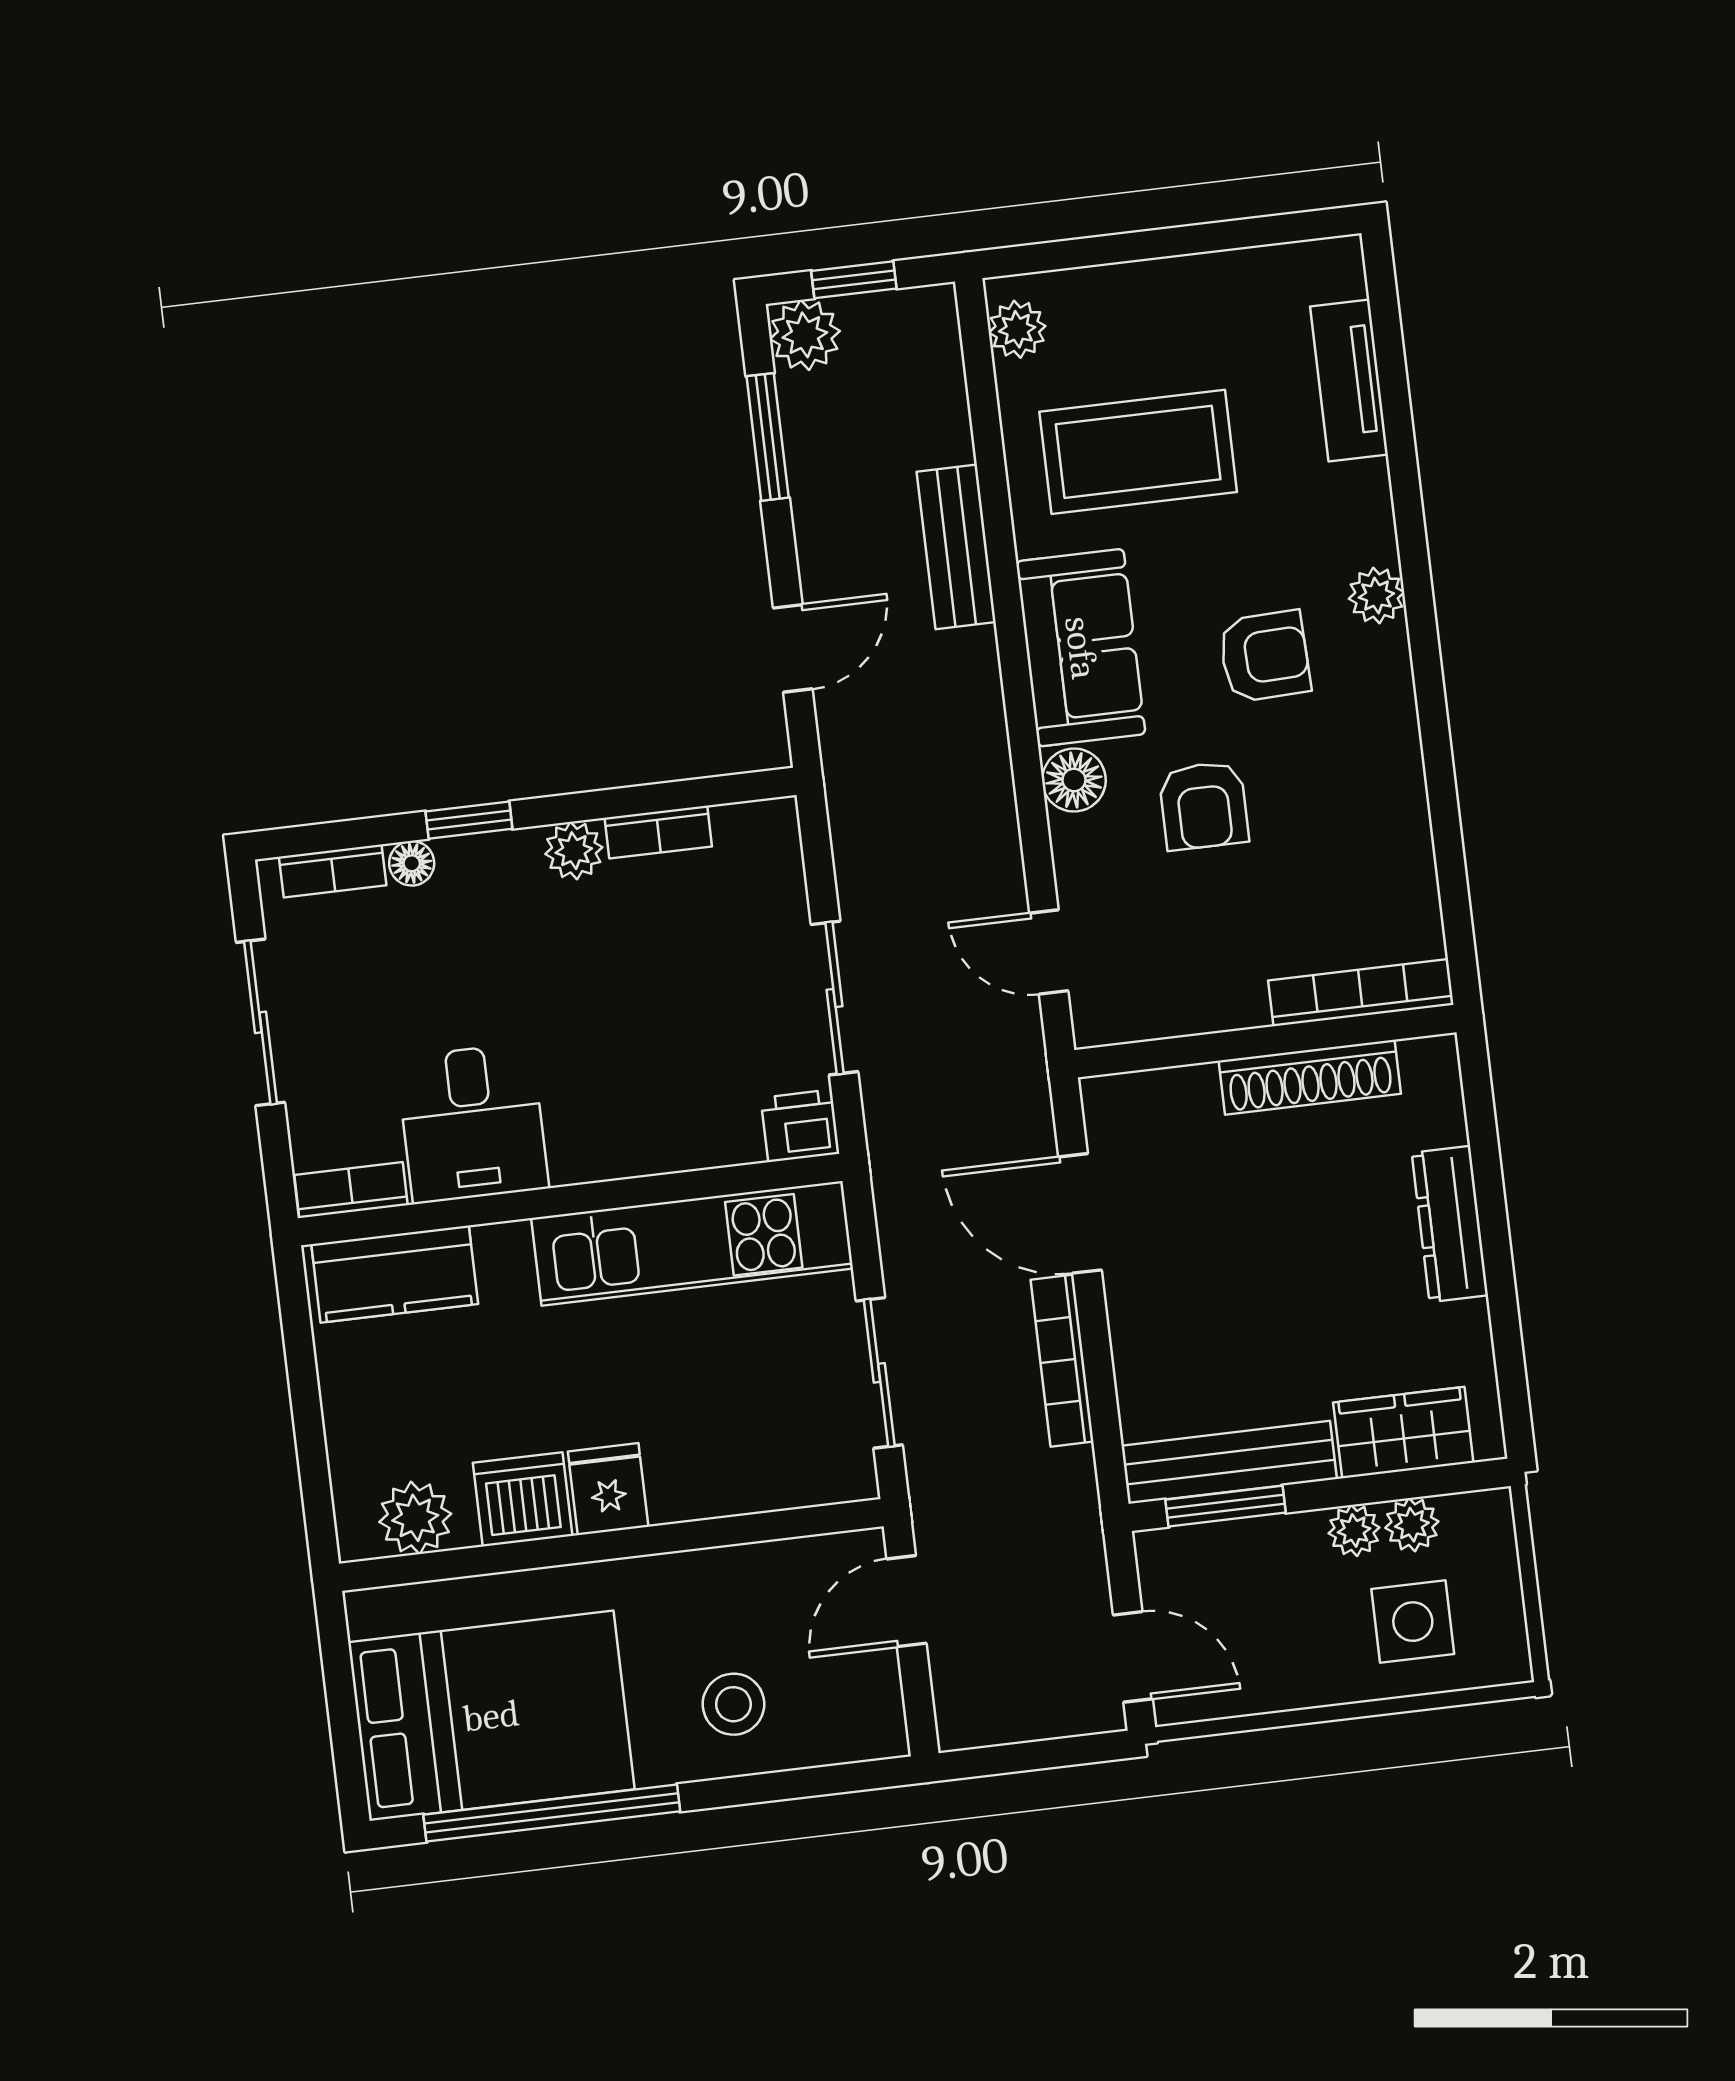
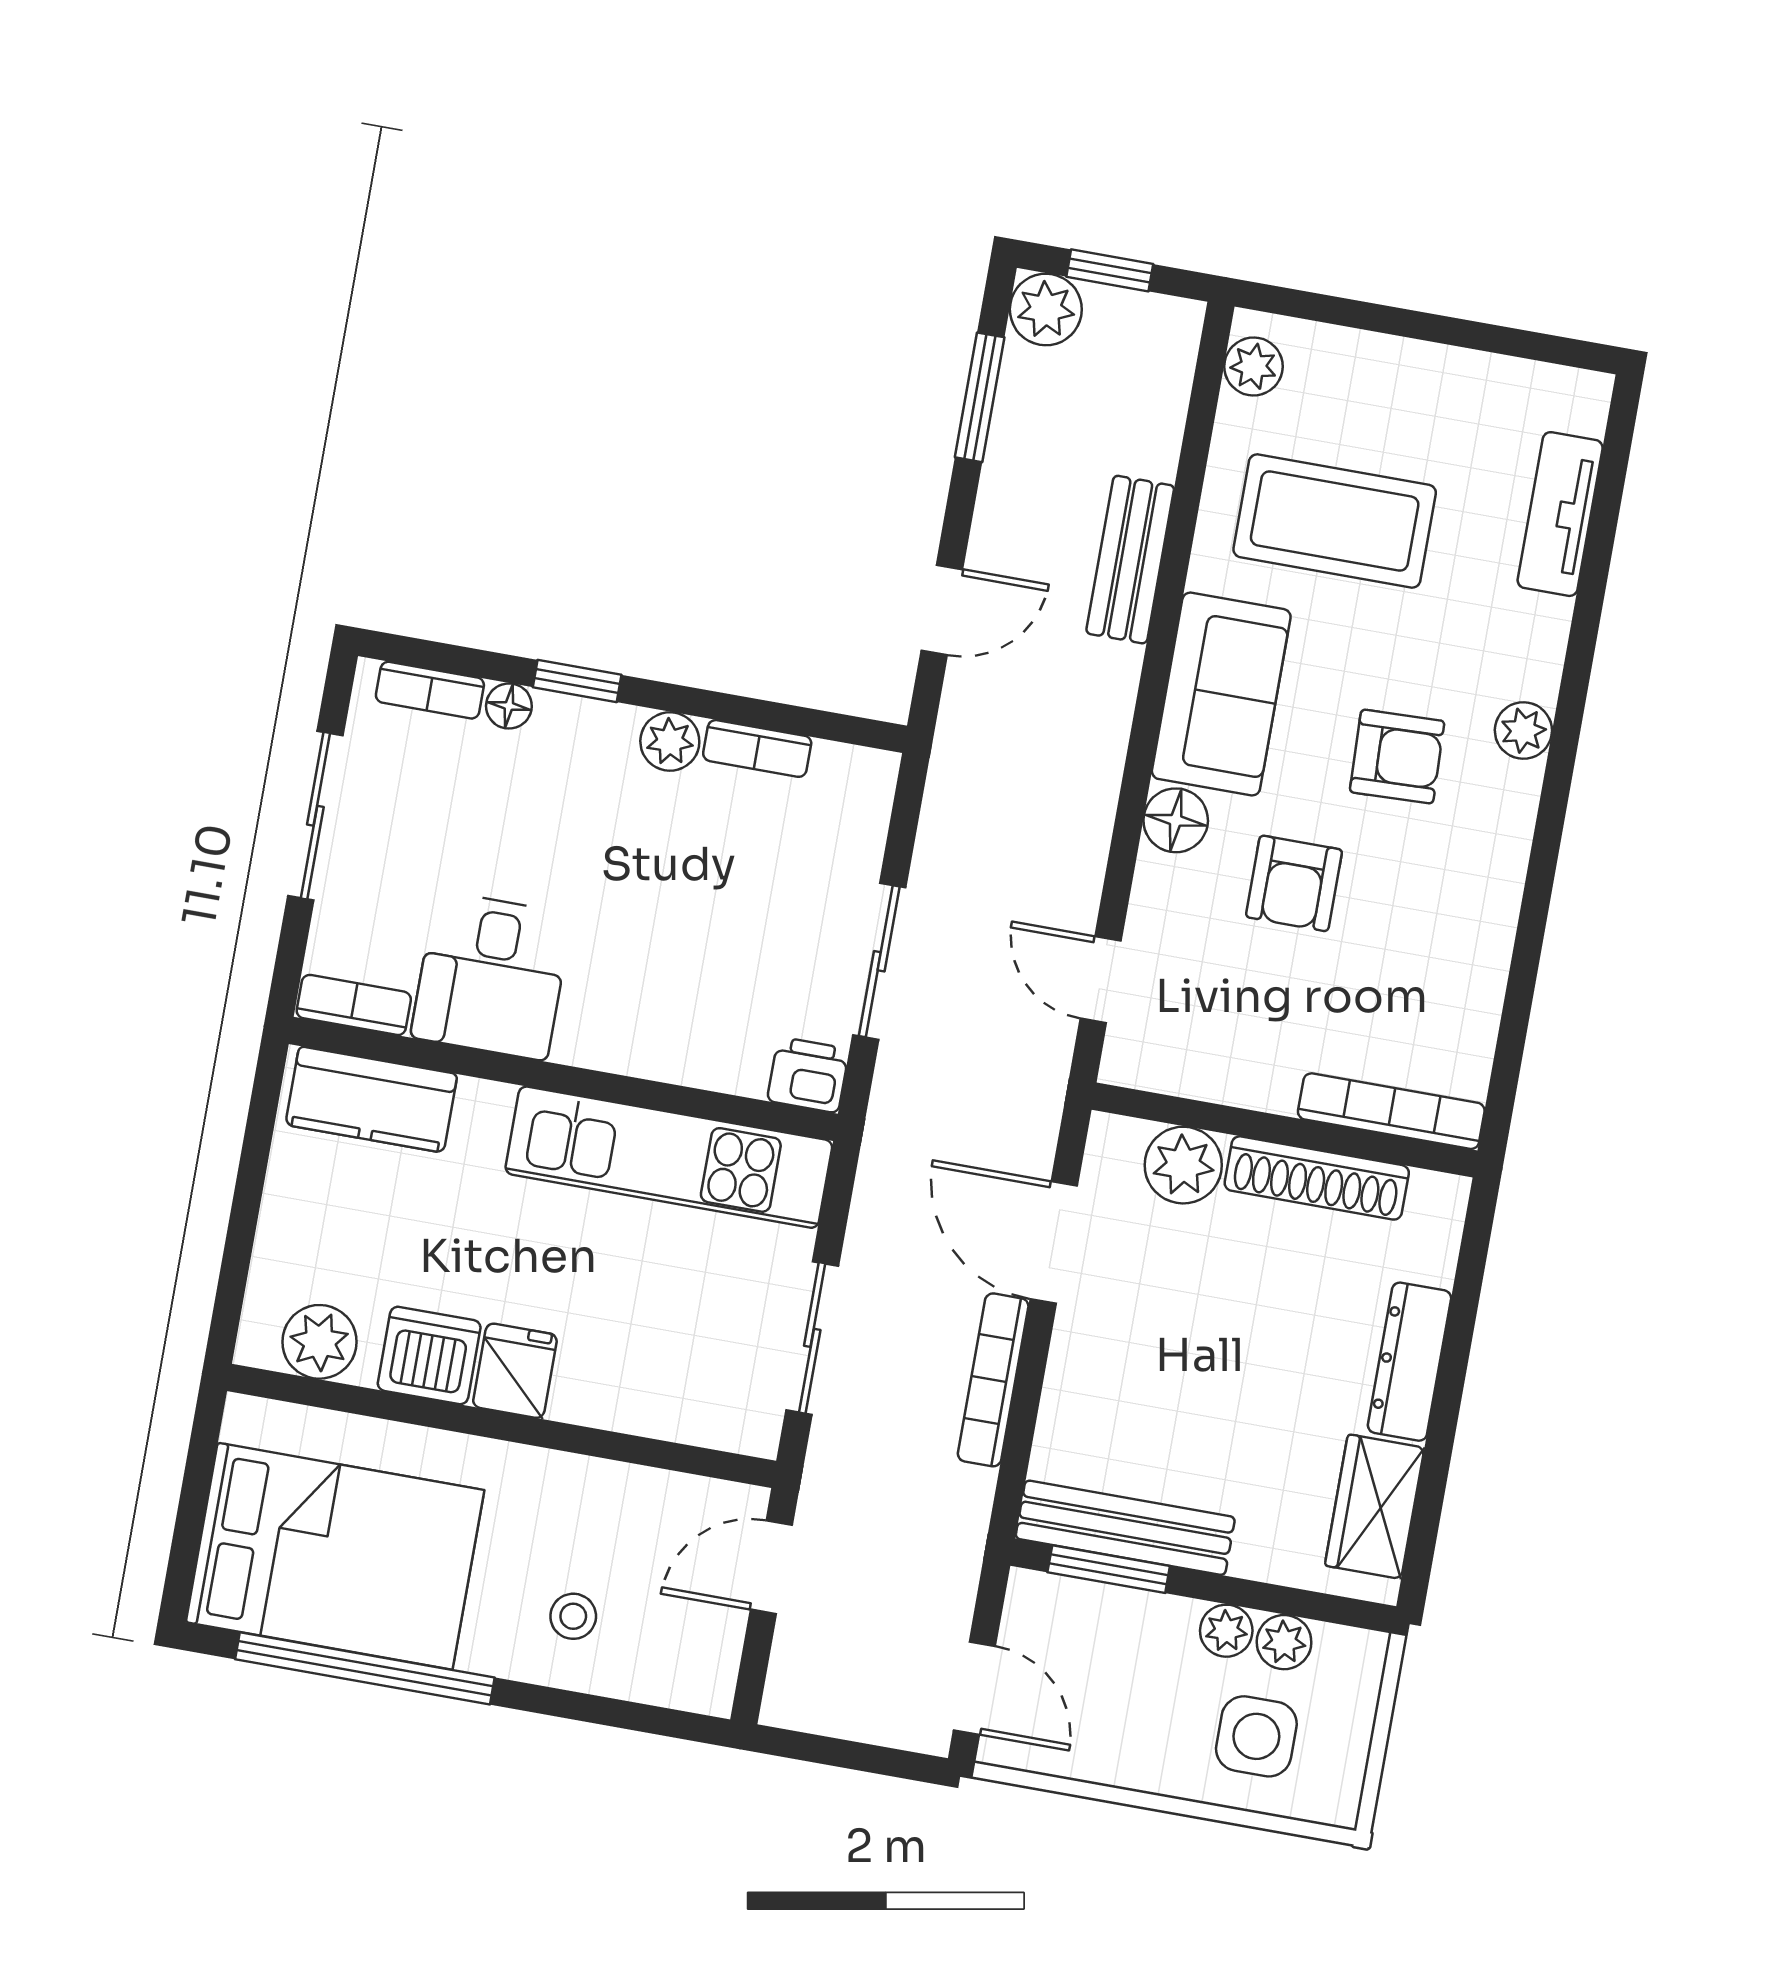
plant: (1180, 1103) -> (1183, 1165), added
wardrobe: (1403, 1433) -> (1375, 1507), moved, turned -90
stool: (733, 1704) -> (573, 1616), width x0.73, depth x0.73

